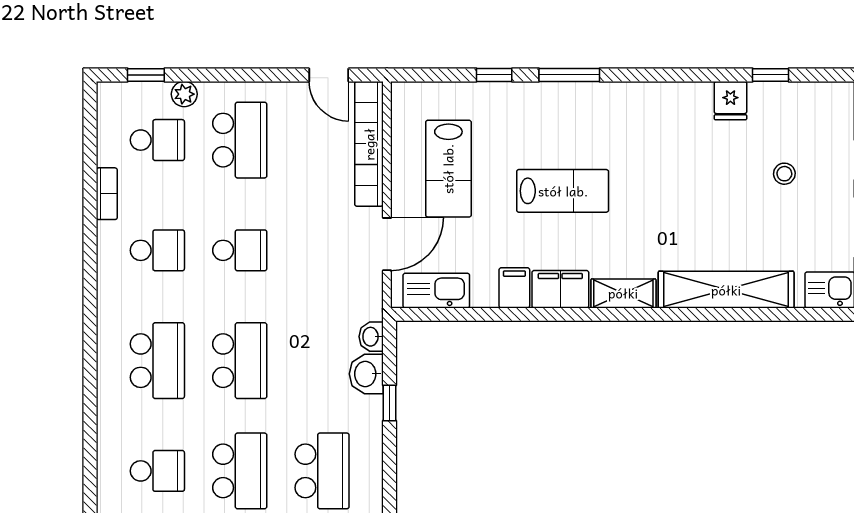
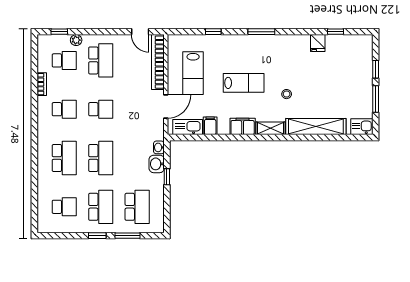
window: (569, 75) -> (261, 32), moved
stool: (784, 174) -> (287, 94), moved
filing cabinet: (514, 288) -> (210, 126), moved

